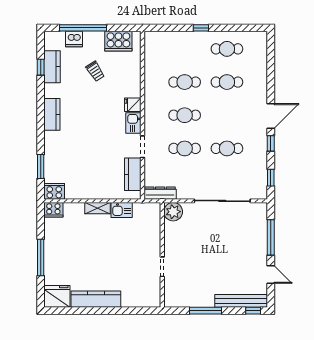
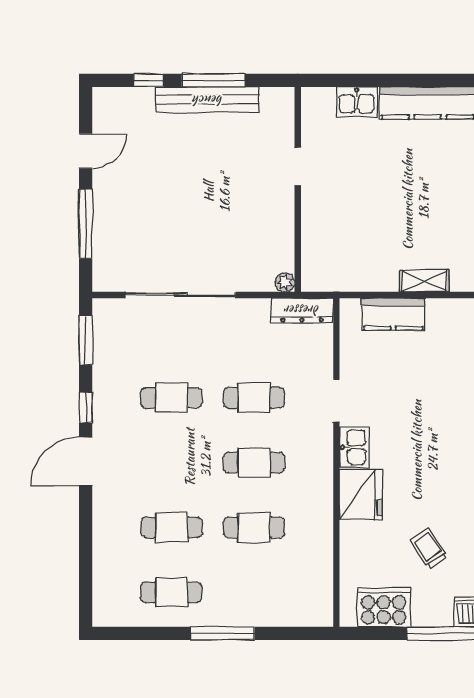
window: (201, 28) -> (222, 633), width x2.17
fridge: (133, 105) -> (361, 495), width x1.88, depth x1.34
kitchen counter: (133, 174) -> (393, 314), moved, turned 90
window: (271, 178) -> (86, 341), width x1.50
kitchen sink: (122, 210) -> (357, 102), moved, turned 180
plant: (173, 212) -> (285, 282), width x0.53, depth x0.53
door: (271, 275) -> (86, 151), swing flipped
bench: (241, 301) -> (208, 100), moved
window: (253, 311) -> (149, 80), moved

